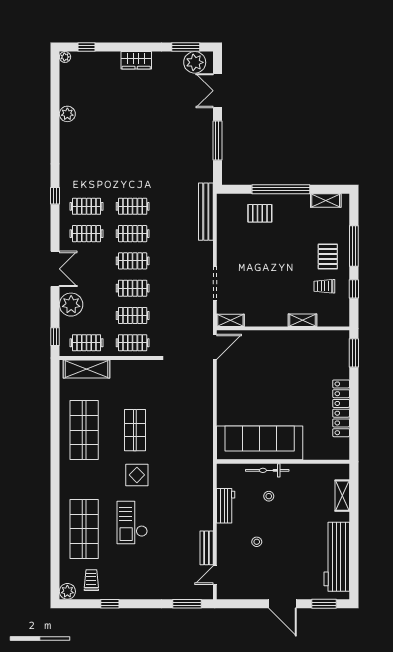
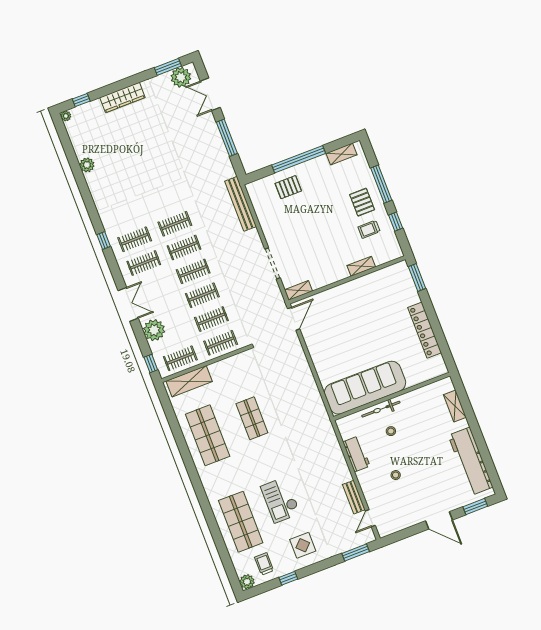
wardrobe: (136, 60) -> (122, 98), width x1.50
display table: (137, 475) -> (303, 545), moved

